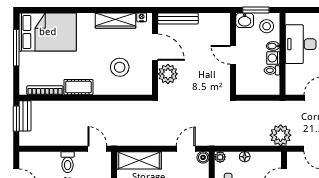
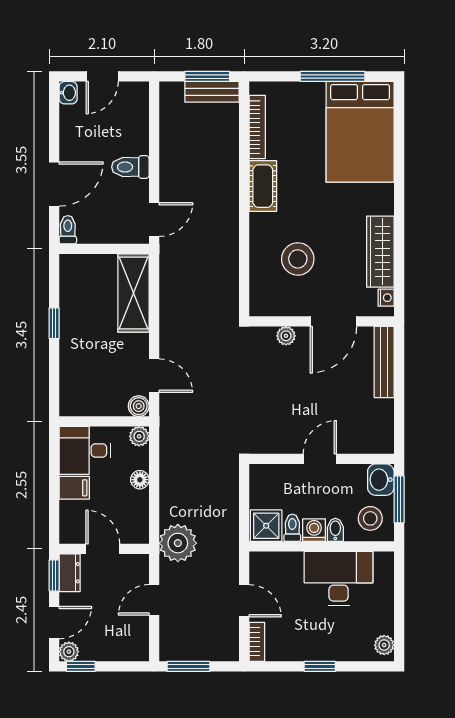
plant: (168, 74) -> (286, 336), width x0.53, depth x0.53
shower: (271, 85) -> (266, 526), added

